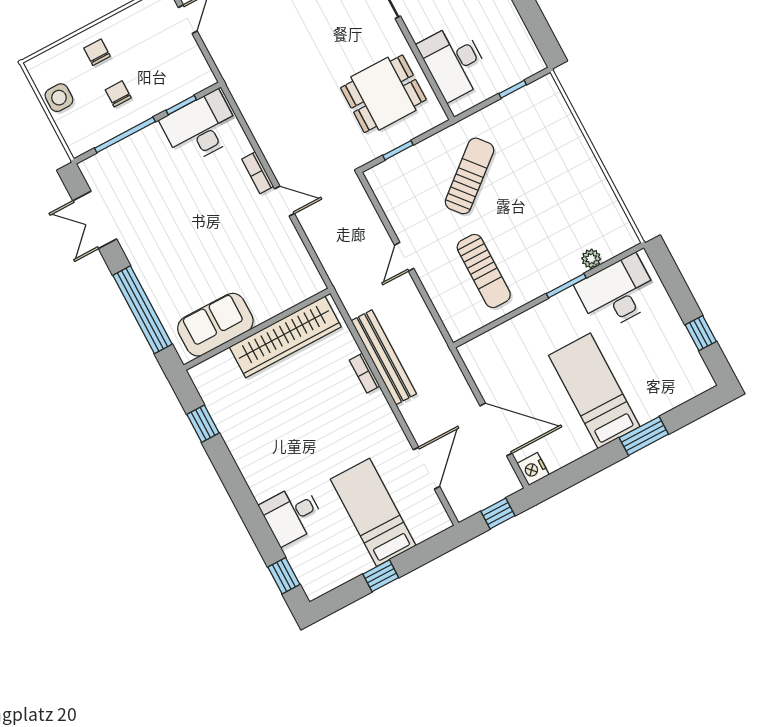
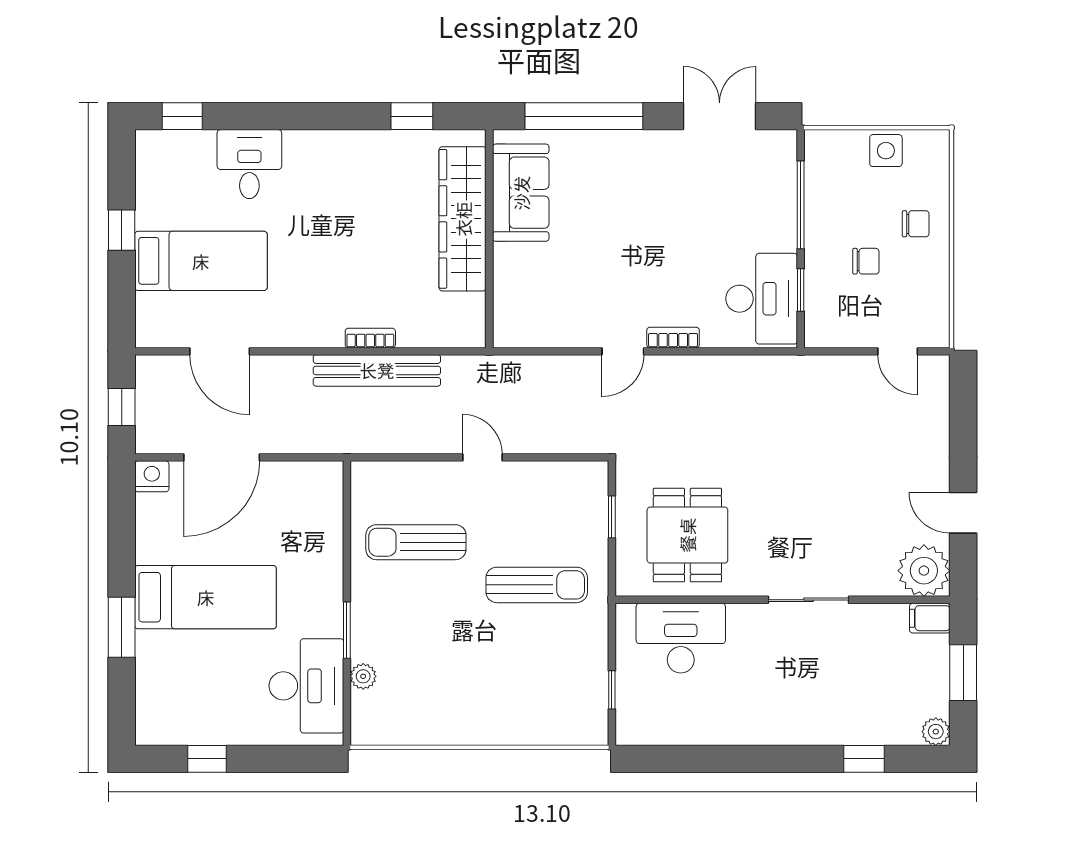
chair: (118, 94) -> (866, 261), moved
sun lounger: (470, 176) -> (537, 585), turned -50
wardrobe: (285, 337) -> (463, 219), moved

